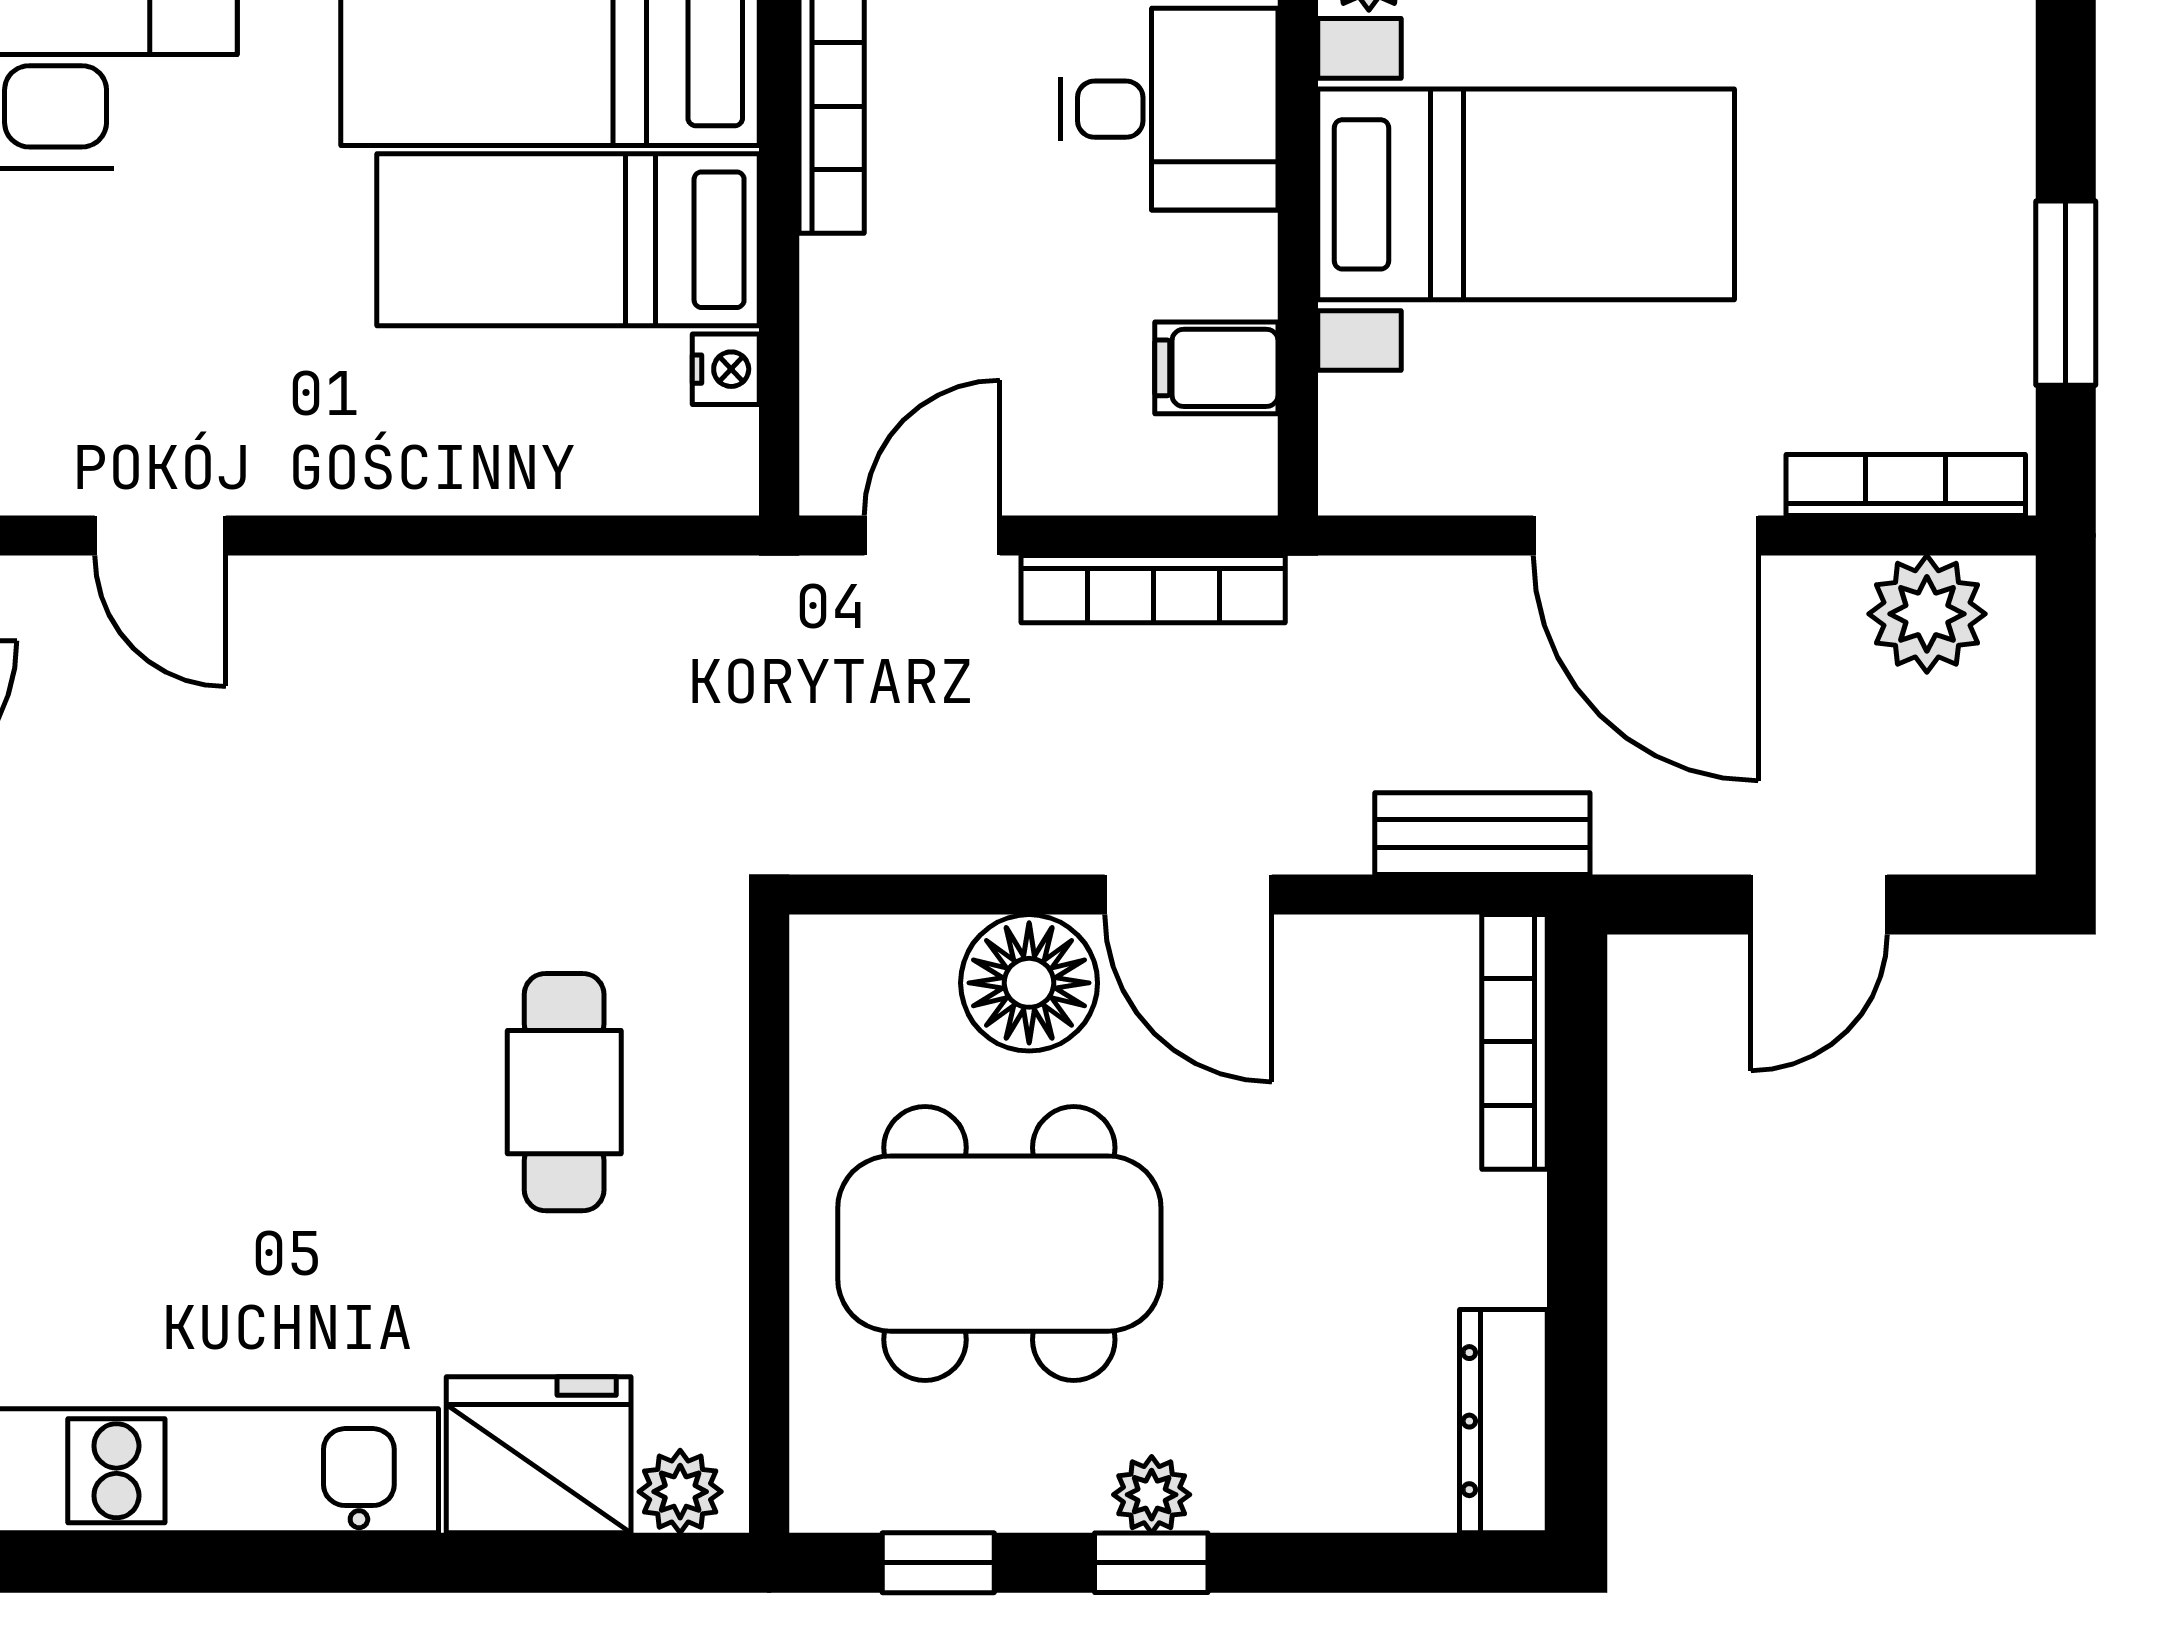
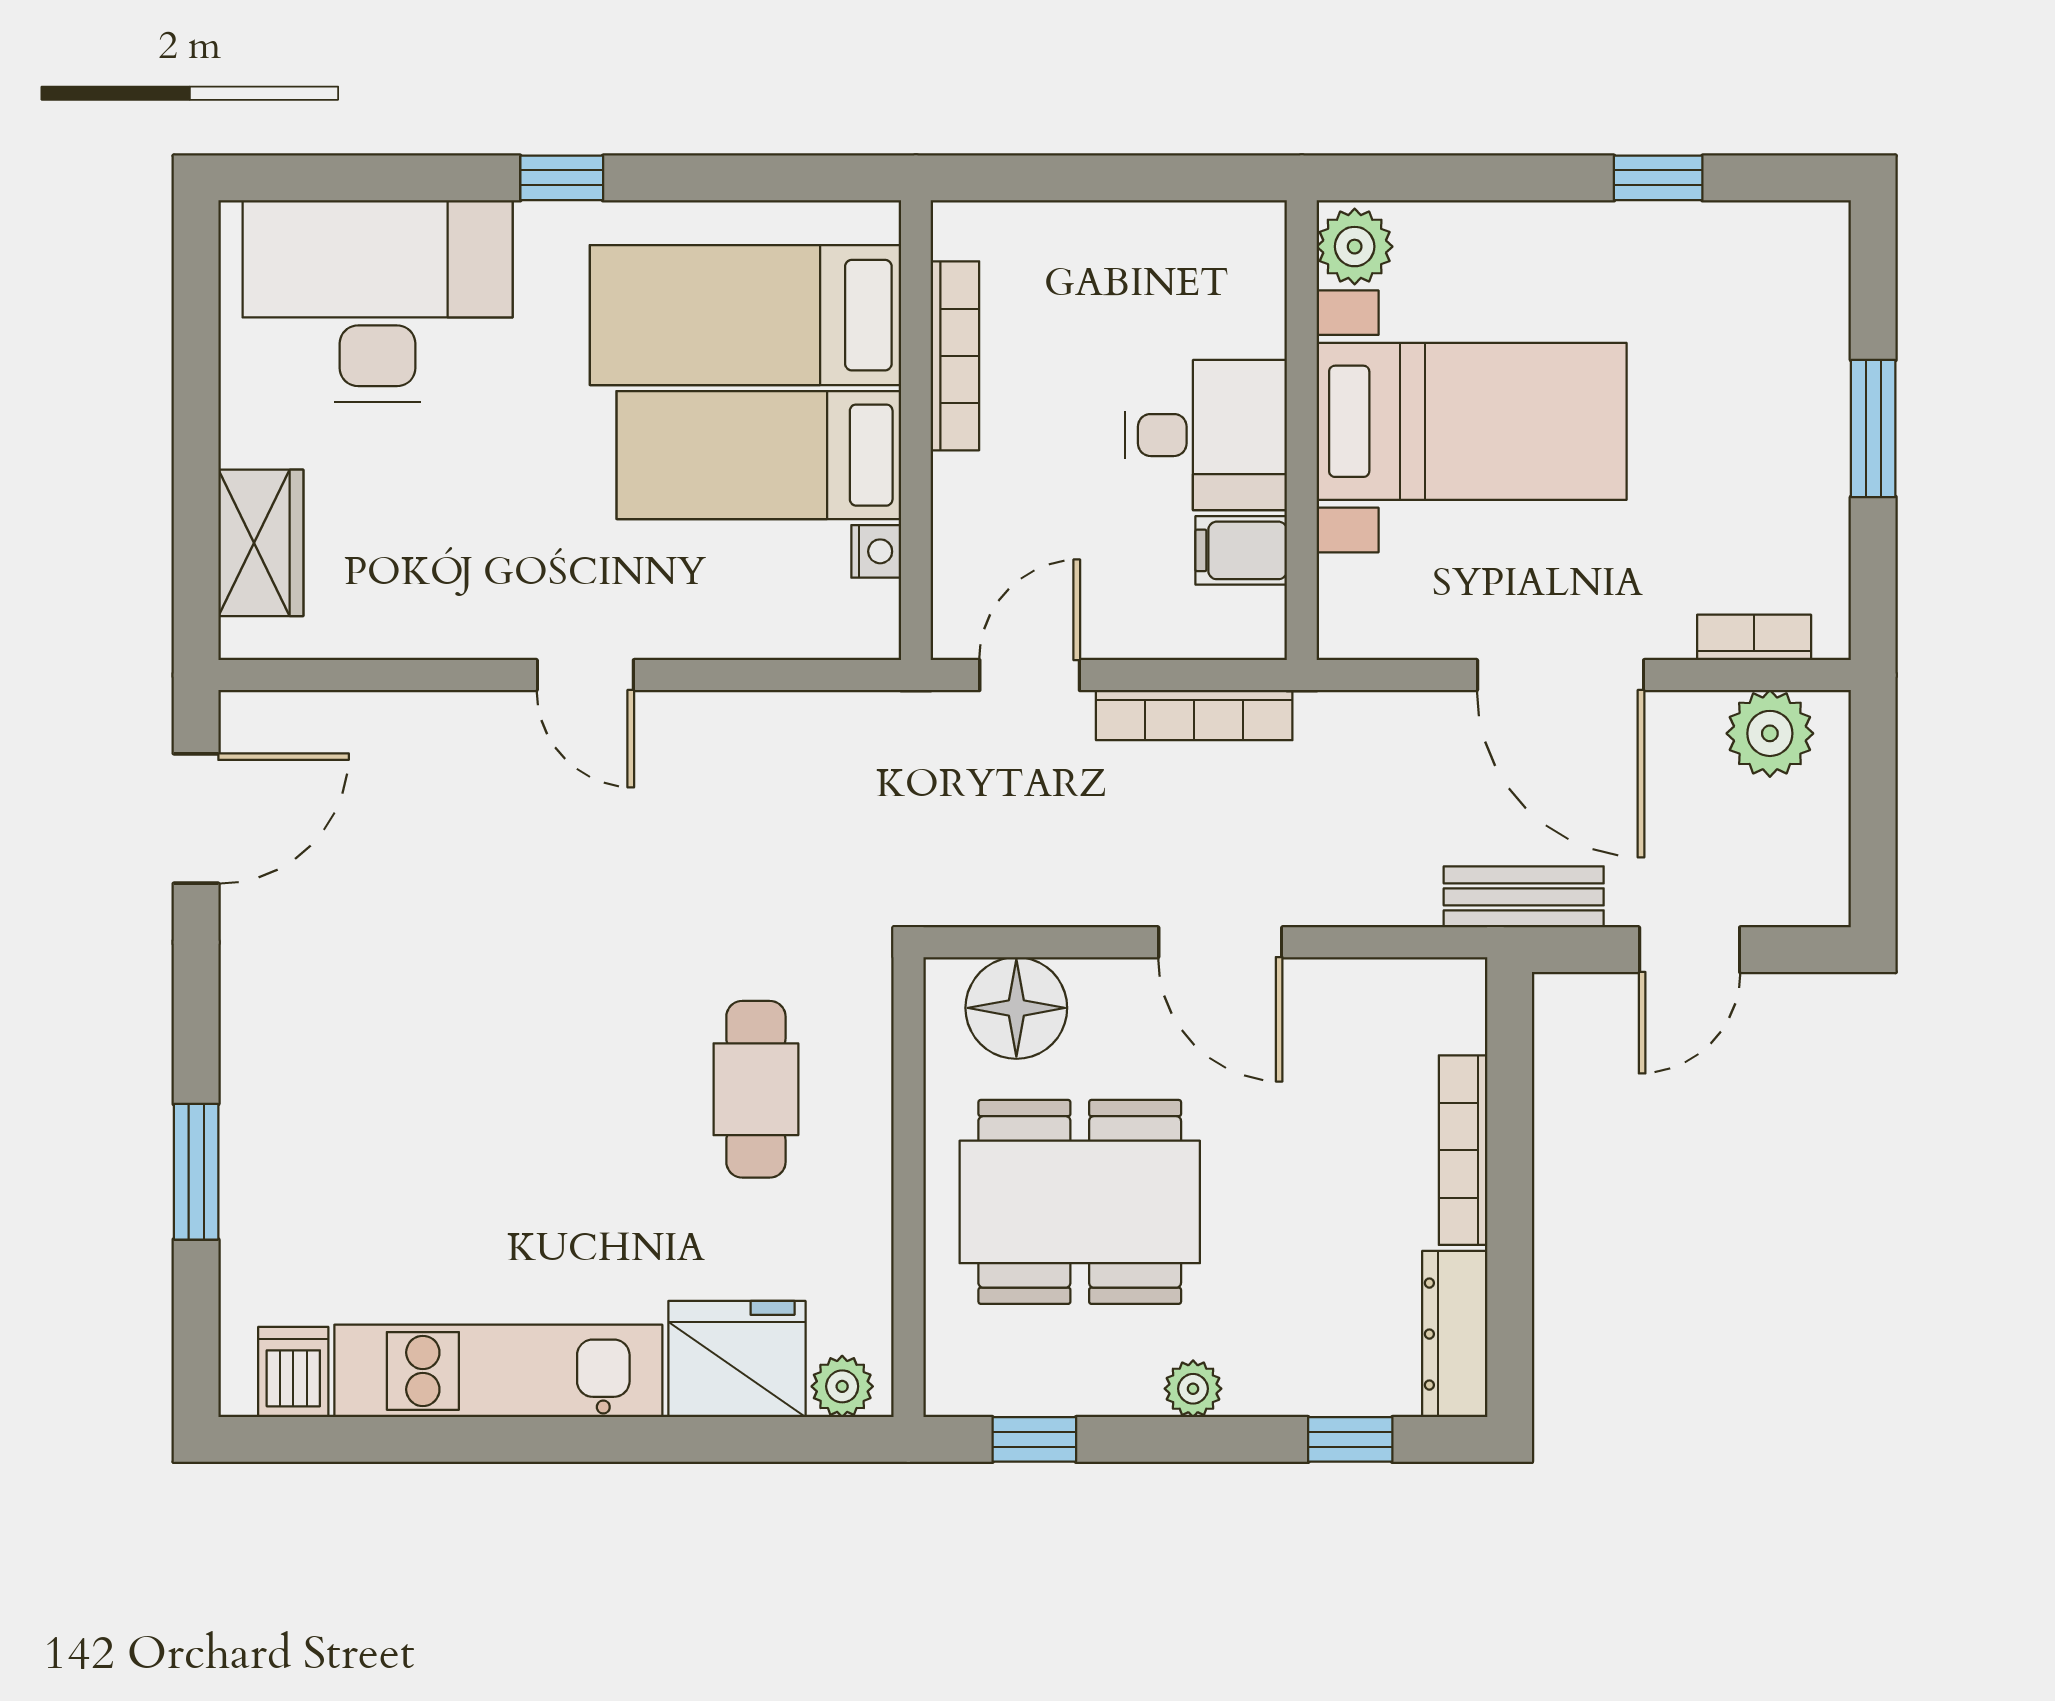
desk: (1169, 109) -> (1206, 435), moved
window: (2066, 293) -> (1873, 429), moved
bookcase: (1906, 485) -> (1754, 637), width x0.64
door: (160, 535) -> (585, 675), moved
bench: (1482, 834) -> (1524, 897), moved
floor lamp: (1029, 983) -> (1016, 1008), moved
bookcase: (1515, 1042) -> (1463, 1150), moved
window: (1151, 1563) -> (1350, 1439), moved

